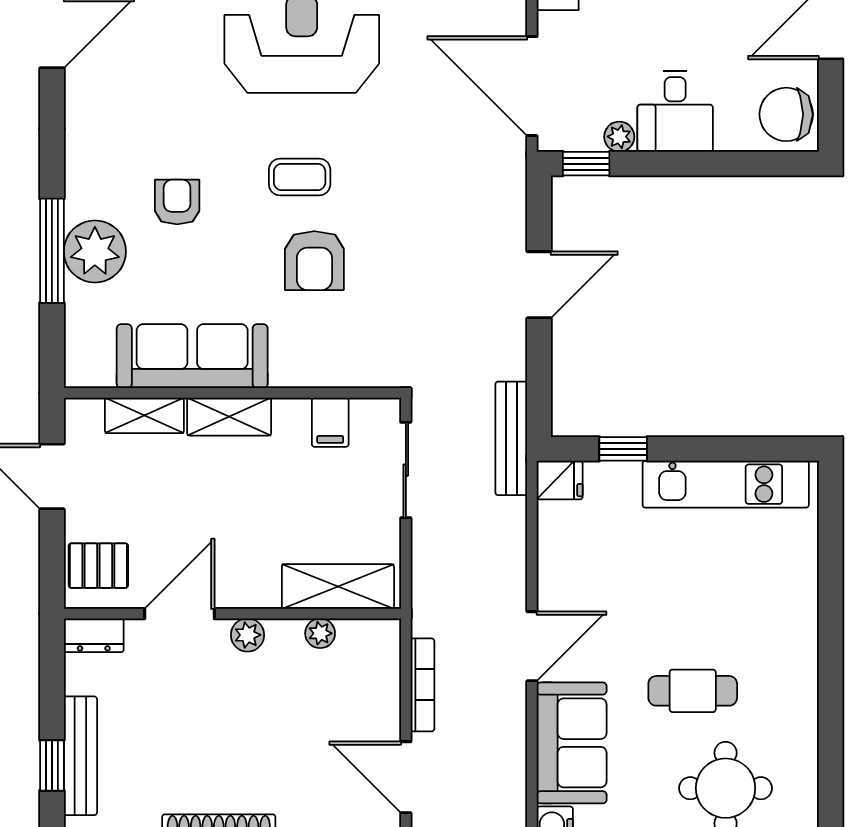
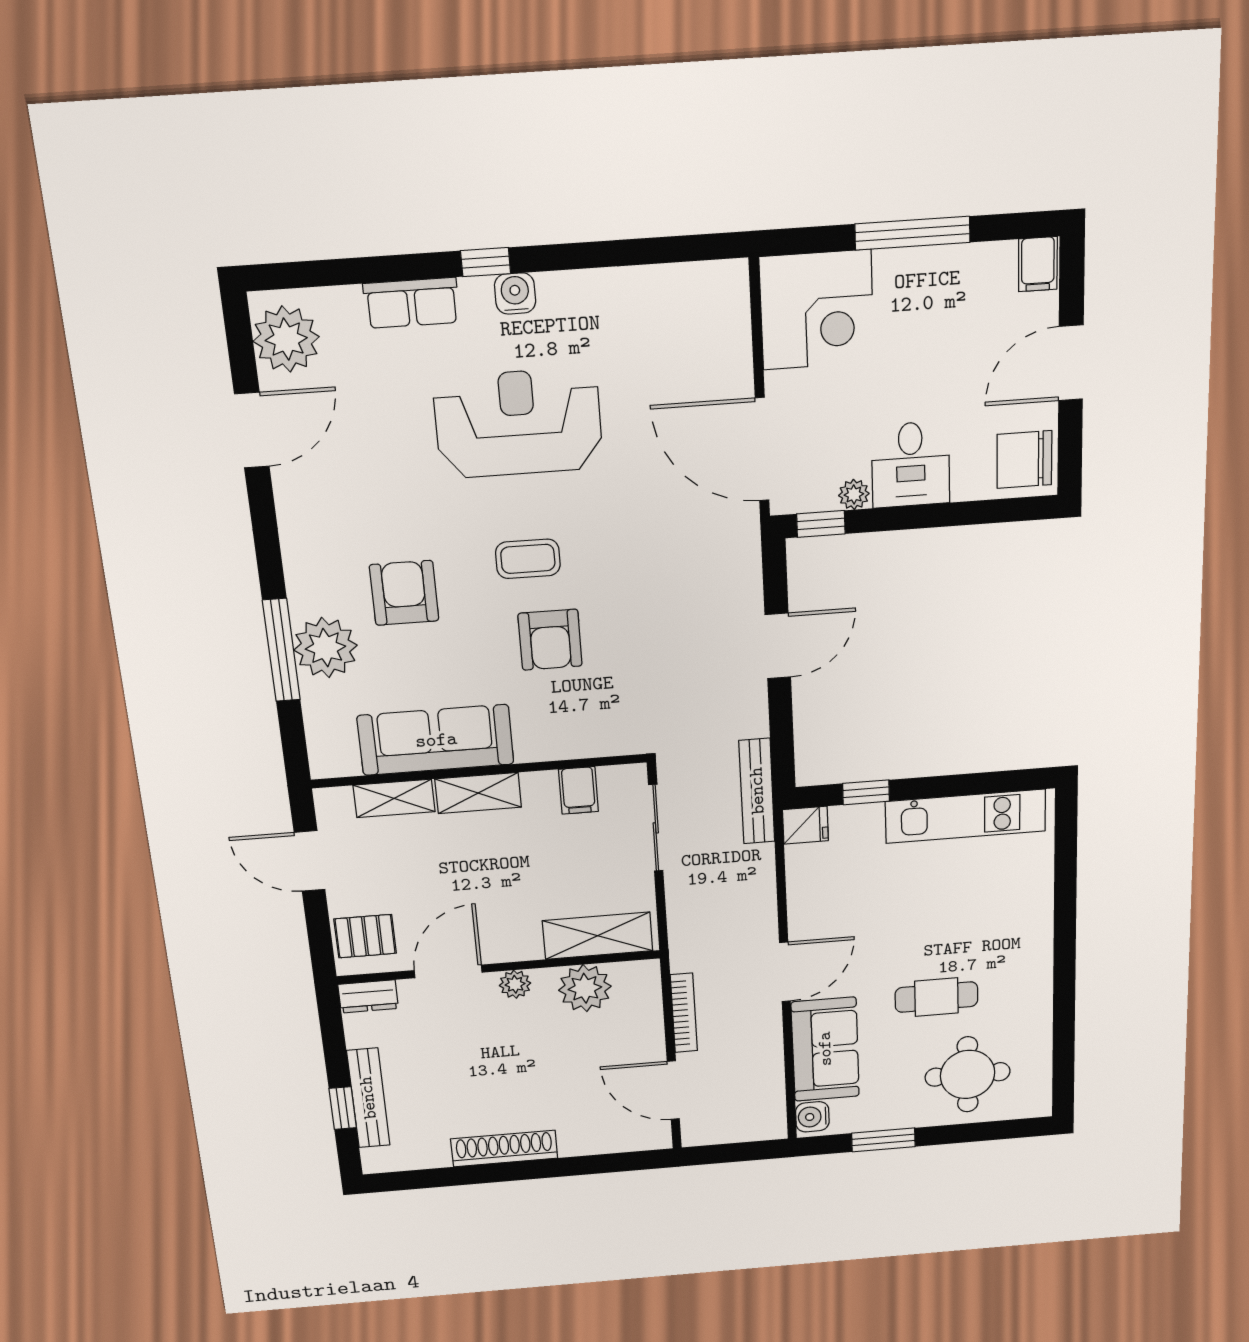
armchair: (177, 202) -> (404, 593), width x1.38, depth x1.38
plant: (320, 633) -> (585, 988), width x1.88, depth x1.88

